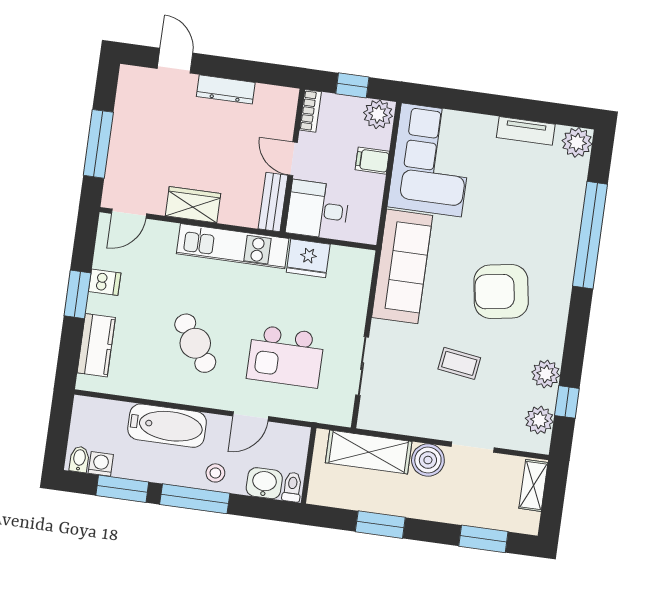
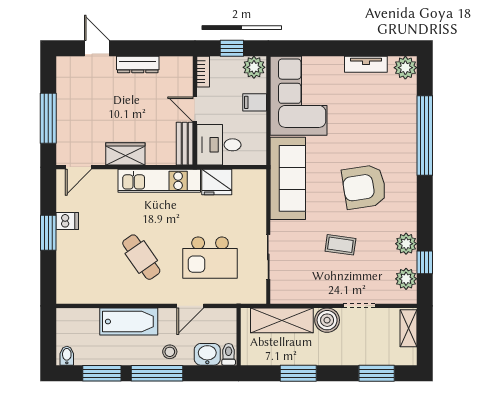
kitchen counter: (96, 345) -> (68, 269), removed
washing machine: (101, 464) -> (83, 357), removed

